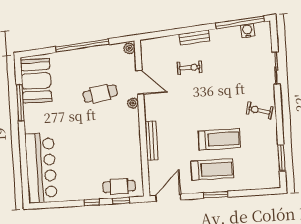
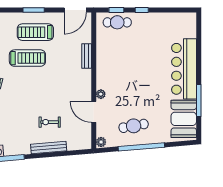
bench: (194, 38) -> (49, 147), width x1.36
cafe table: (100, 94) -> (134, 126), moved
treadmill: (219, 139) -> (27, 58), turned 180
bench: (151, 141) -> (87, 56), width x0.73
bar counter: (41, 168) -> (184, 69), moved

